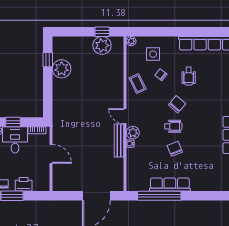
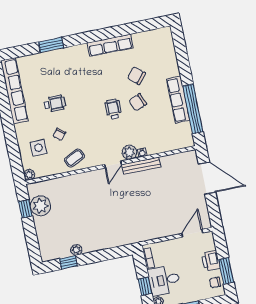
plant: (62, 69) -> (76, 250), width x0.53, depth x0.53
chair: (177, 104) -> (136, 76), moved
door: (51, 154) -> (192, 233), moved

